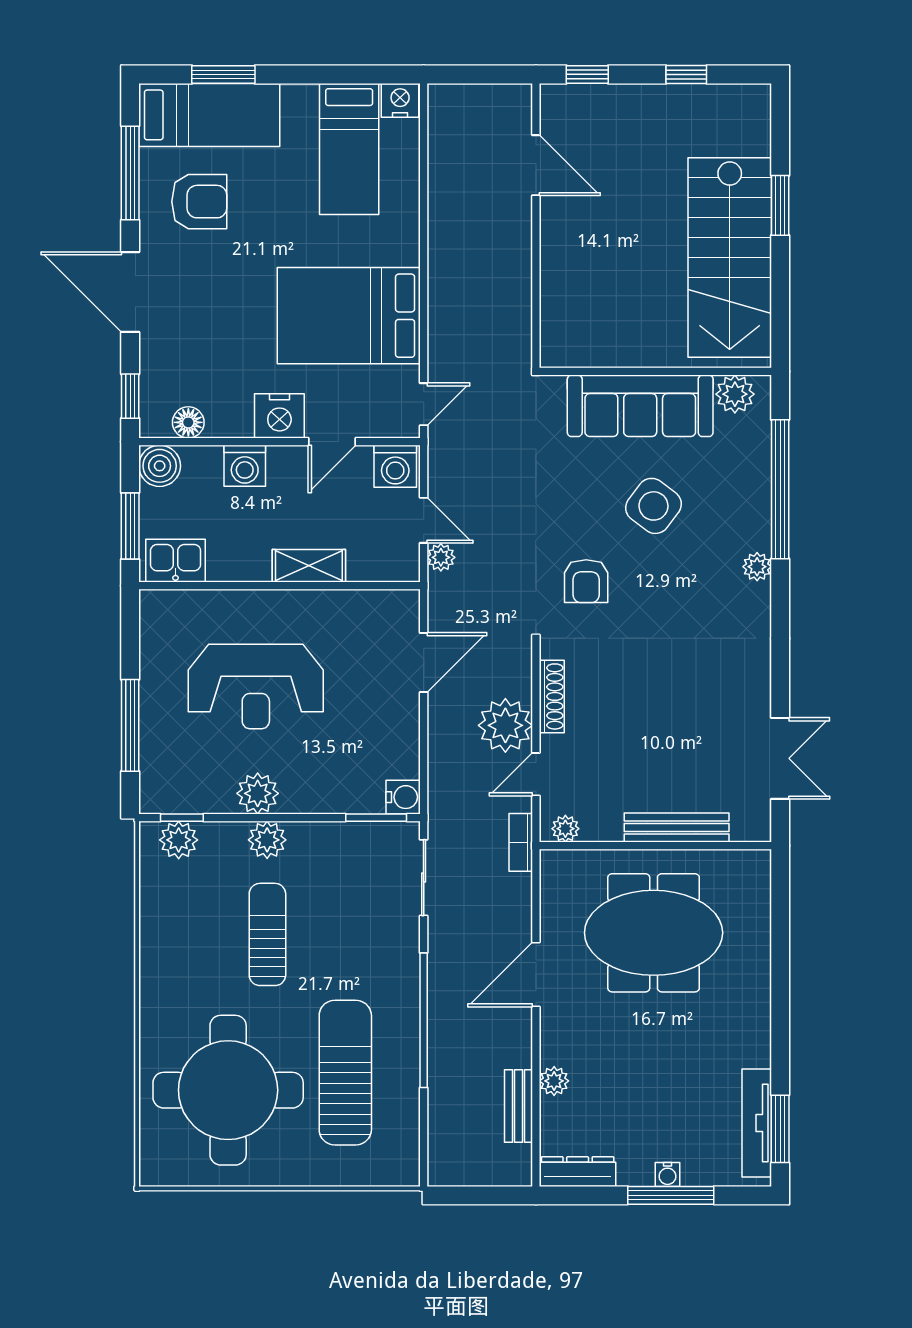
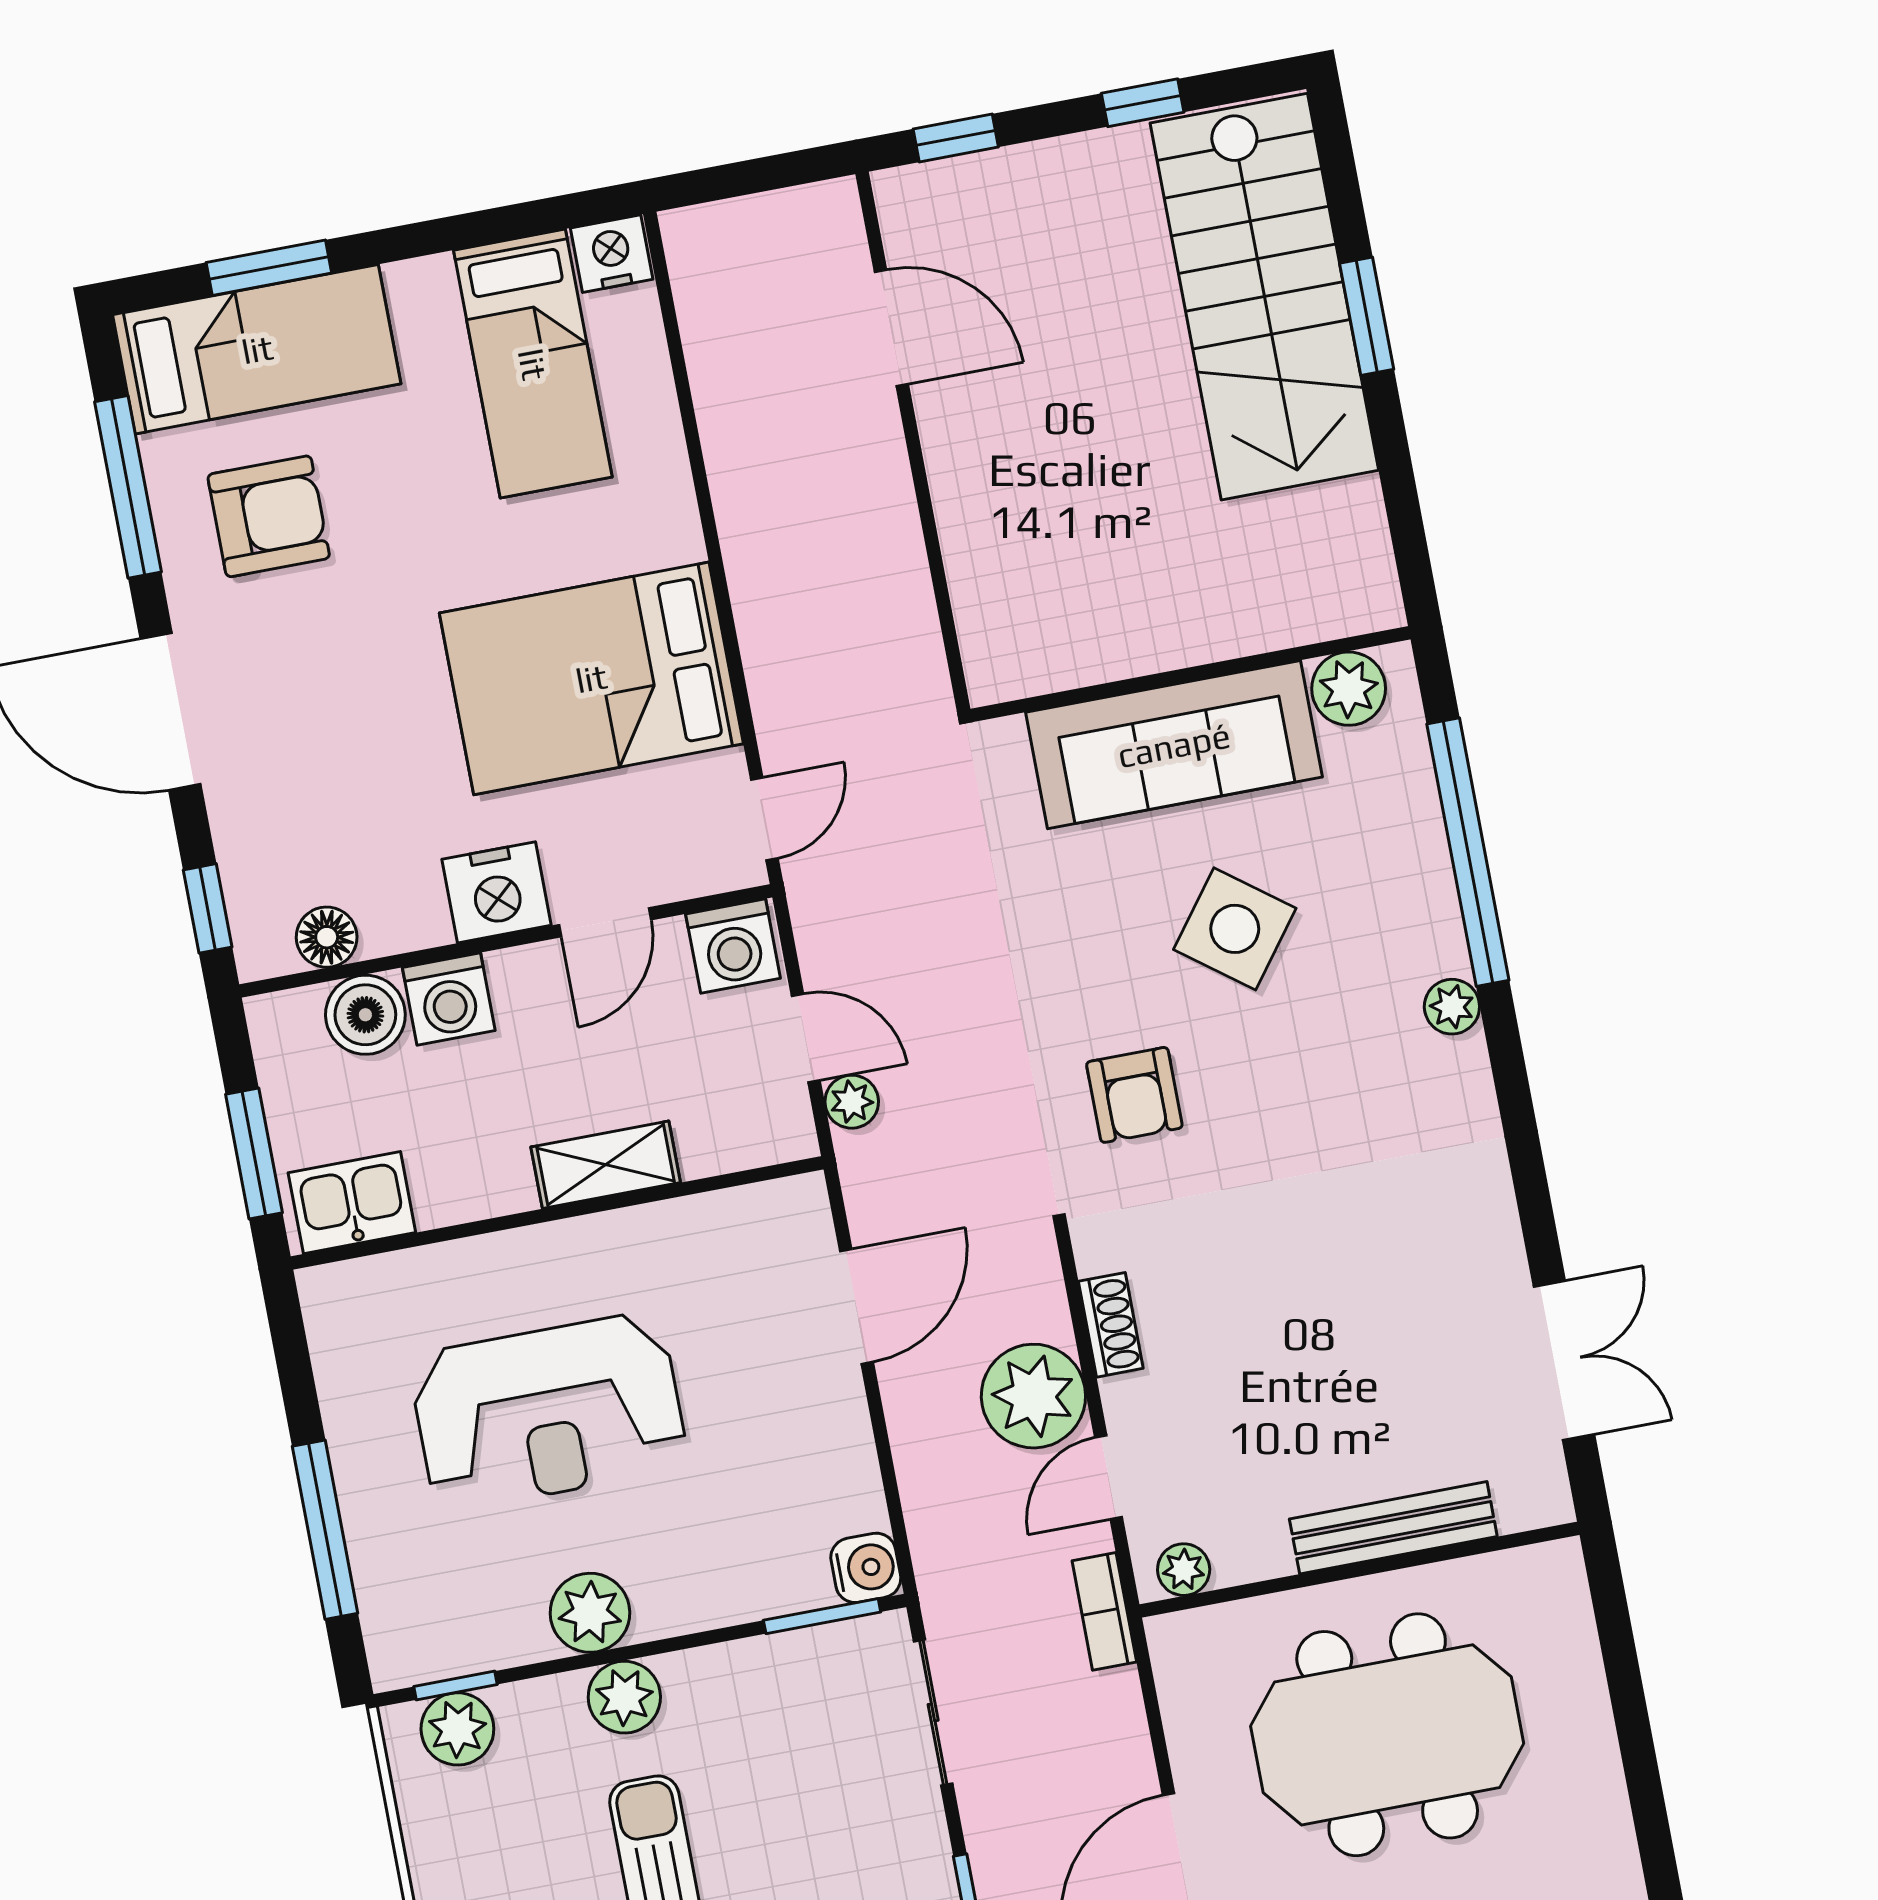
stairs: (730, 257) -> (1264, 297), moved
boiler: (160, 466) -> (365, 1015), moved
shoe rack: (552, 696) -> (1111, 1325), width x0.70

